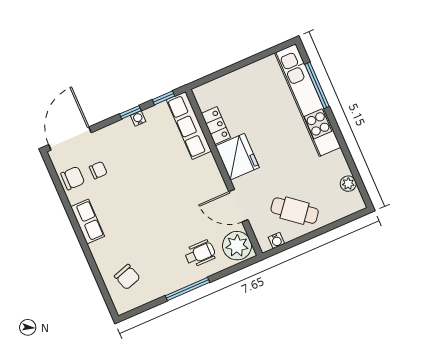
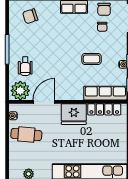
locker: (216, 125) -> (104, 109), width x1.53
coffee table: (150, 166) -> (91, 59), added
cafe table: (295, 211) -> (26, 135), turned 56

